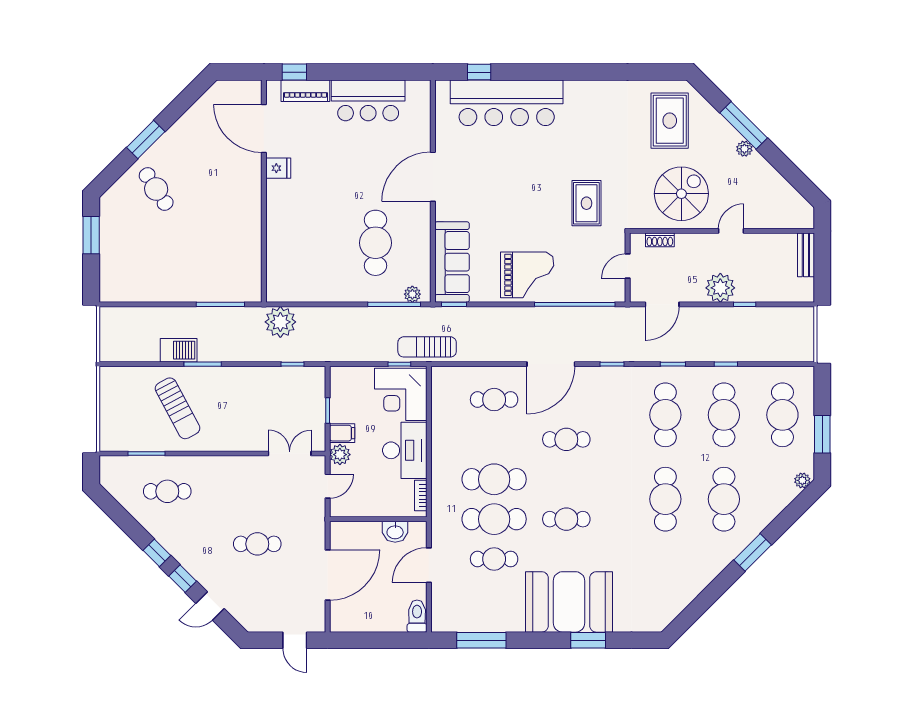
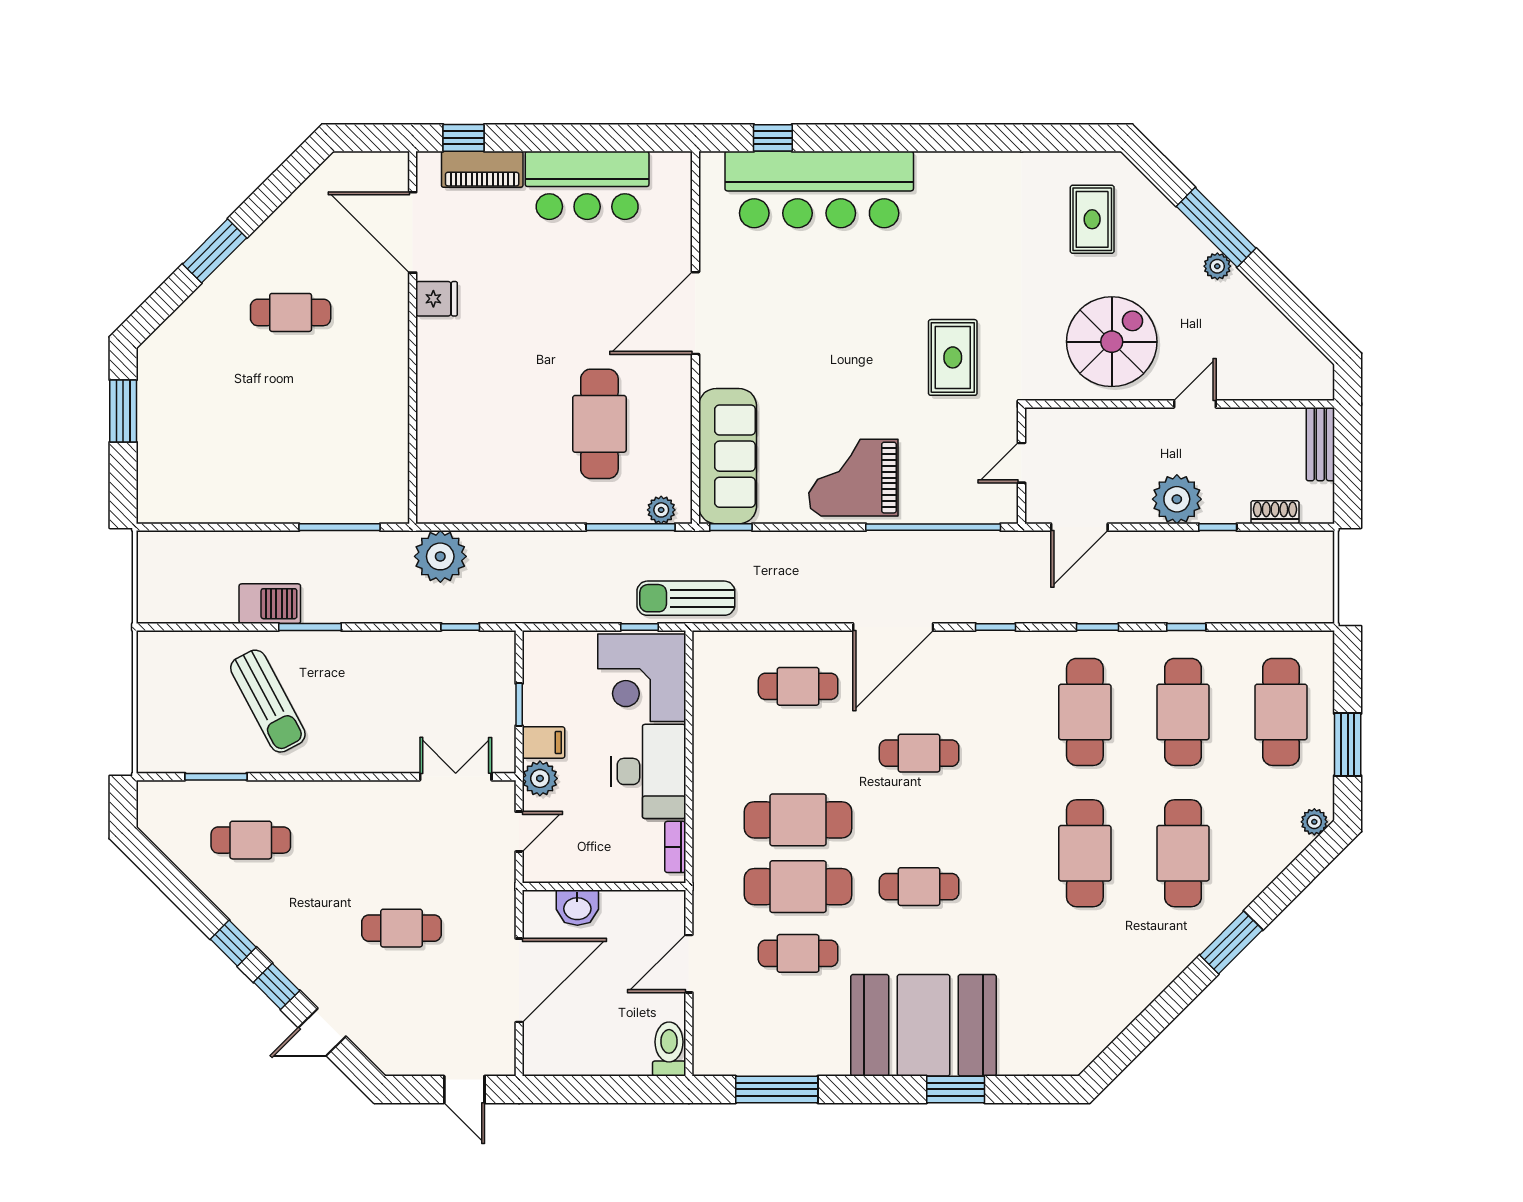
rug: (670, 121) -> (1092, 219), width x0.73, depth x0.70
cafe table: (156, 189) -> (291, 312), moved, turned -57
shoe rack: (660, 240) -> (1275, 512), moved, turned 180
grand piano: (527, 275) -> (853, 478), turned 180
washbasin: (395, 532) -> (577, 908), moved

